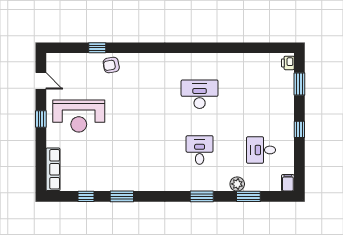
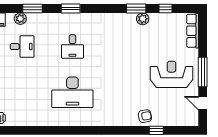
desk: (200, 94) -> (72, 92), width x1.36, depth x1.30
window: (41, 119) -> (203, 72), width x2.17
plant: (114, 184) -> (143, 19), added
plant: (237, 184) -> (20, 19), moved

